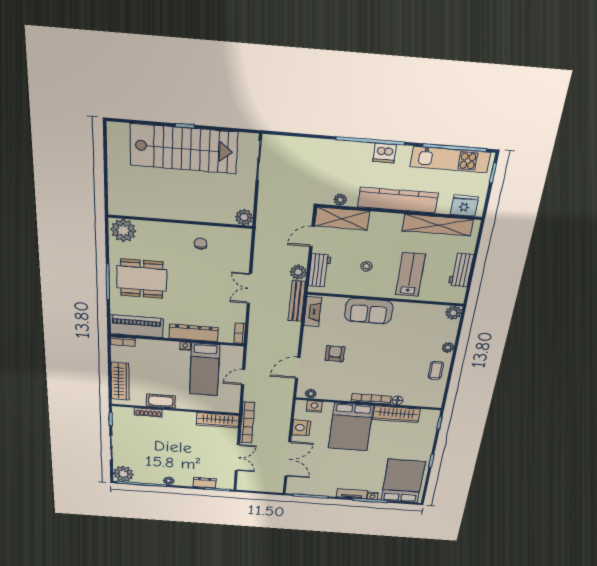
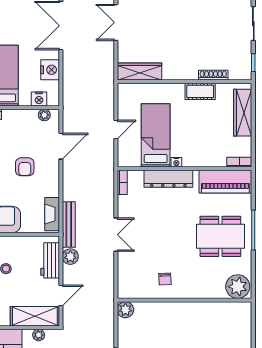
bookcase: (247, 423) -> (108, 71), removed

